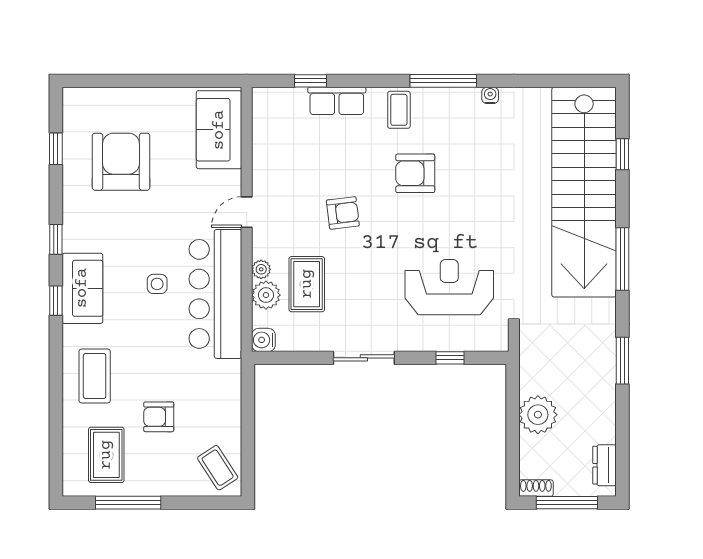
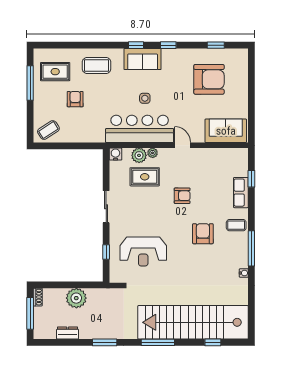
armchair: (343, 213) -> (182, 196), turned -83
reception desk: (449, 287) -> (143, 252), turned 90
dresser: (605, 465) -> (68, 333), moved

